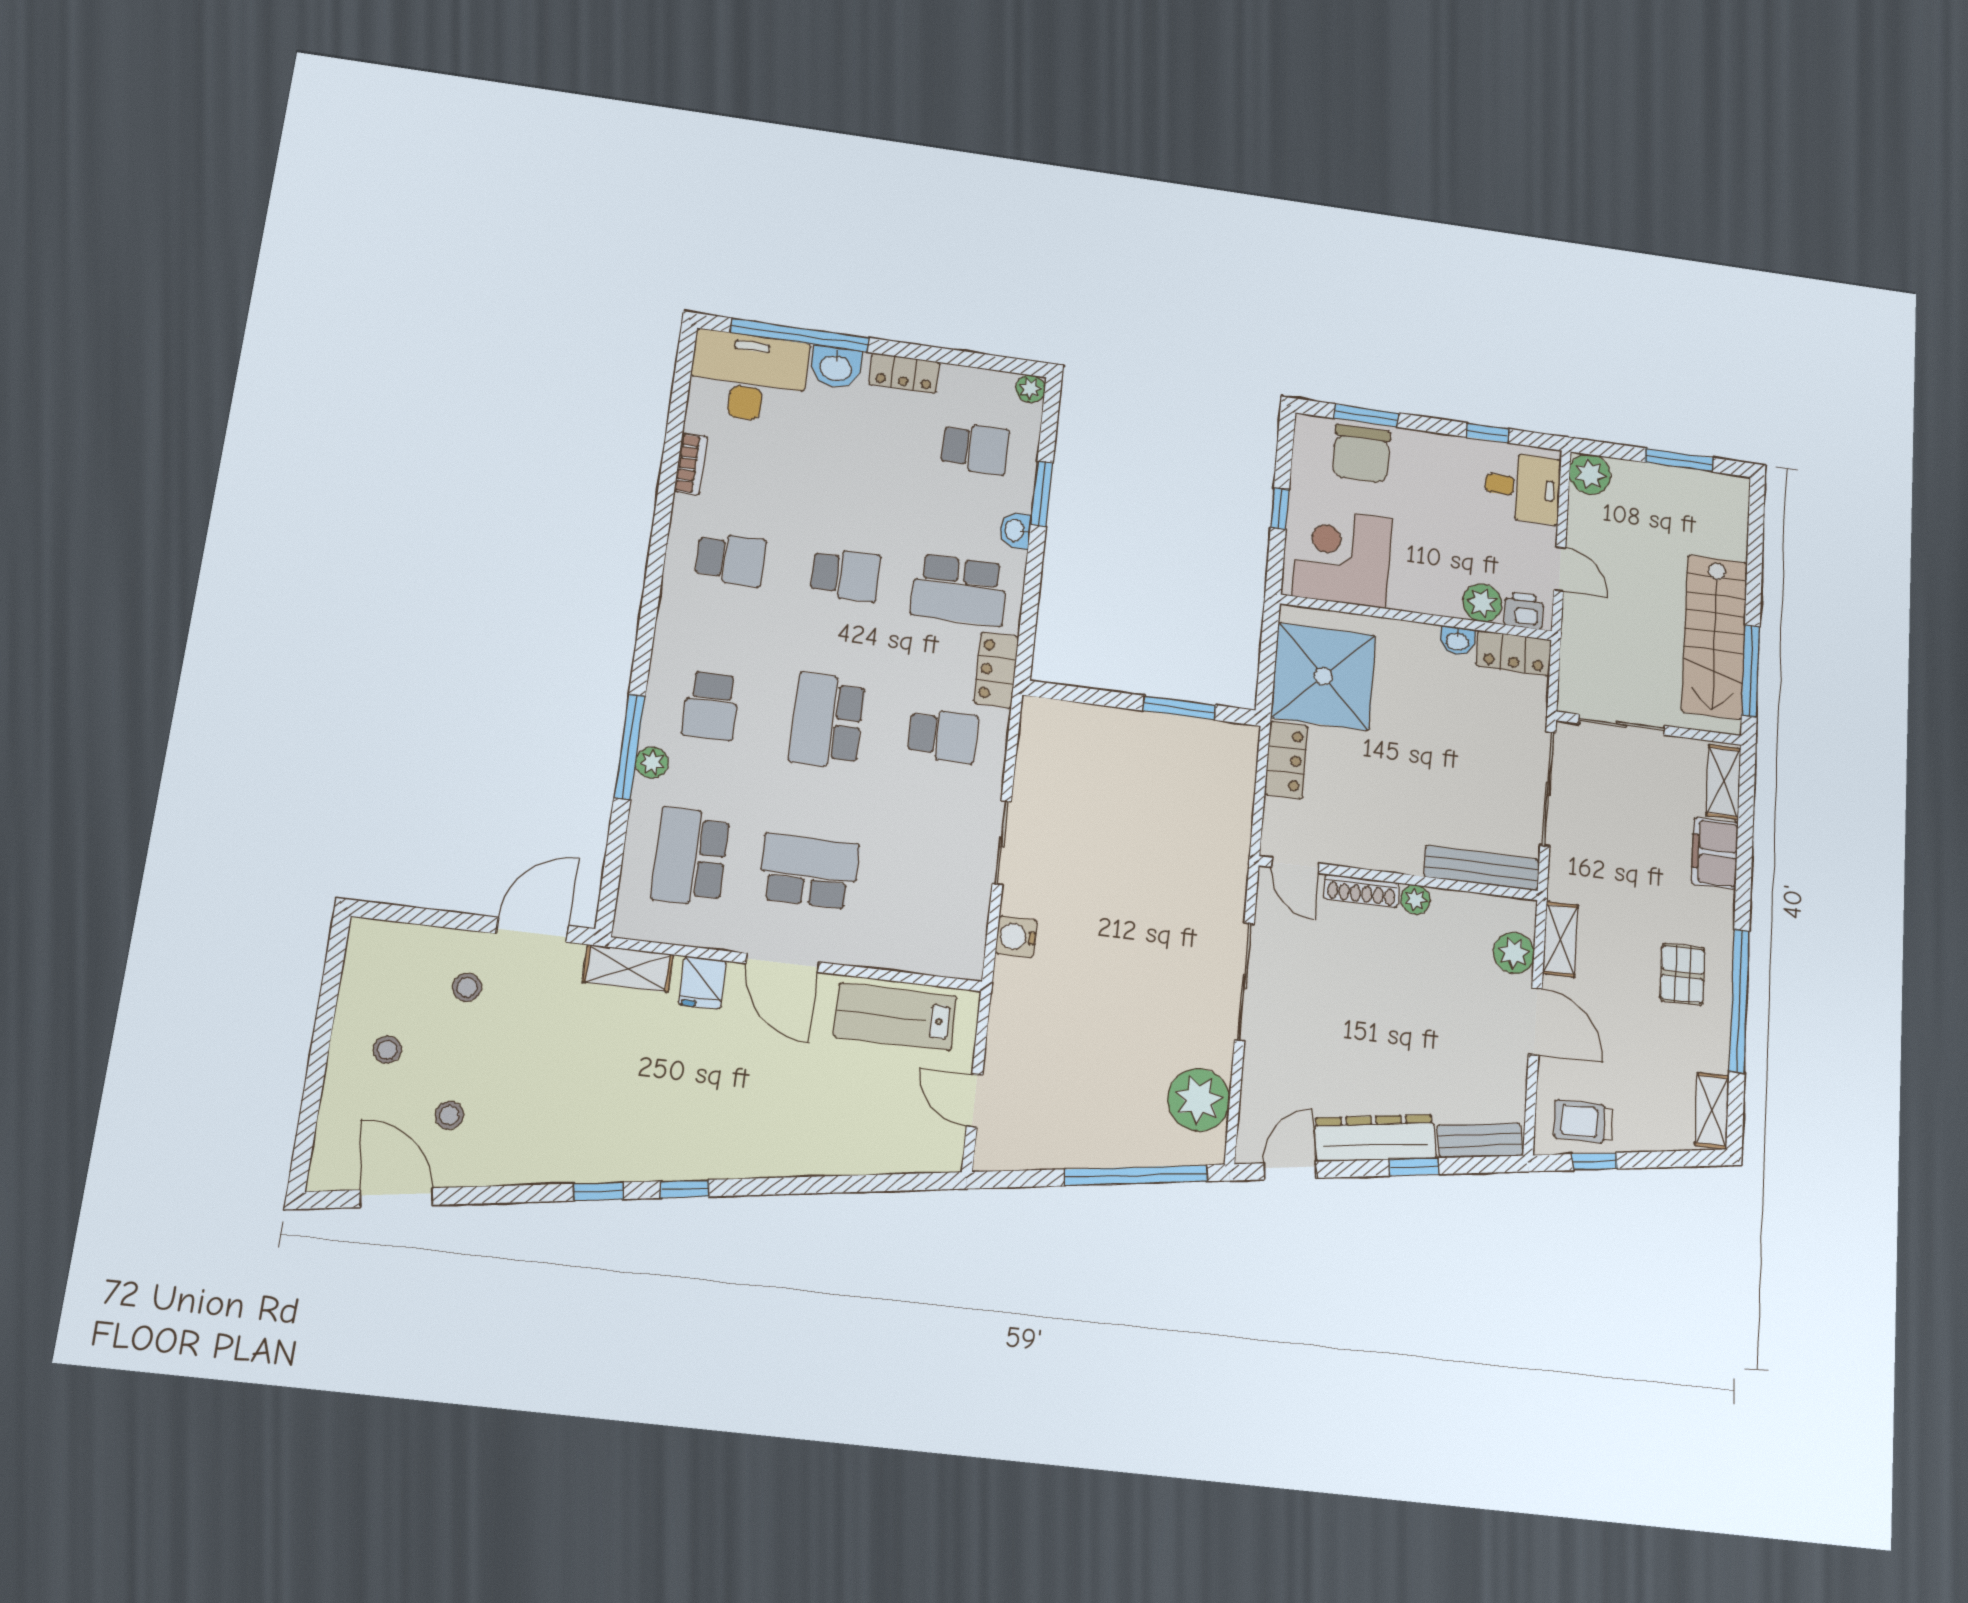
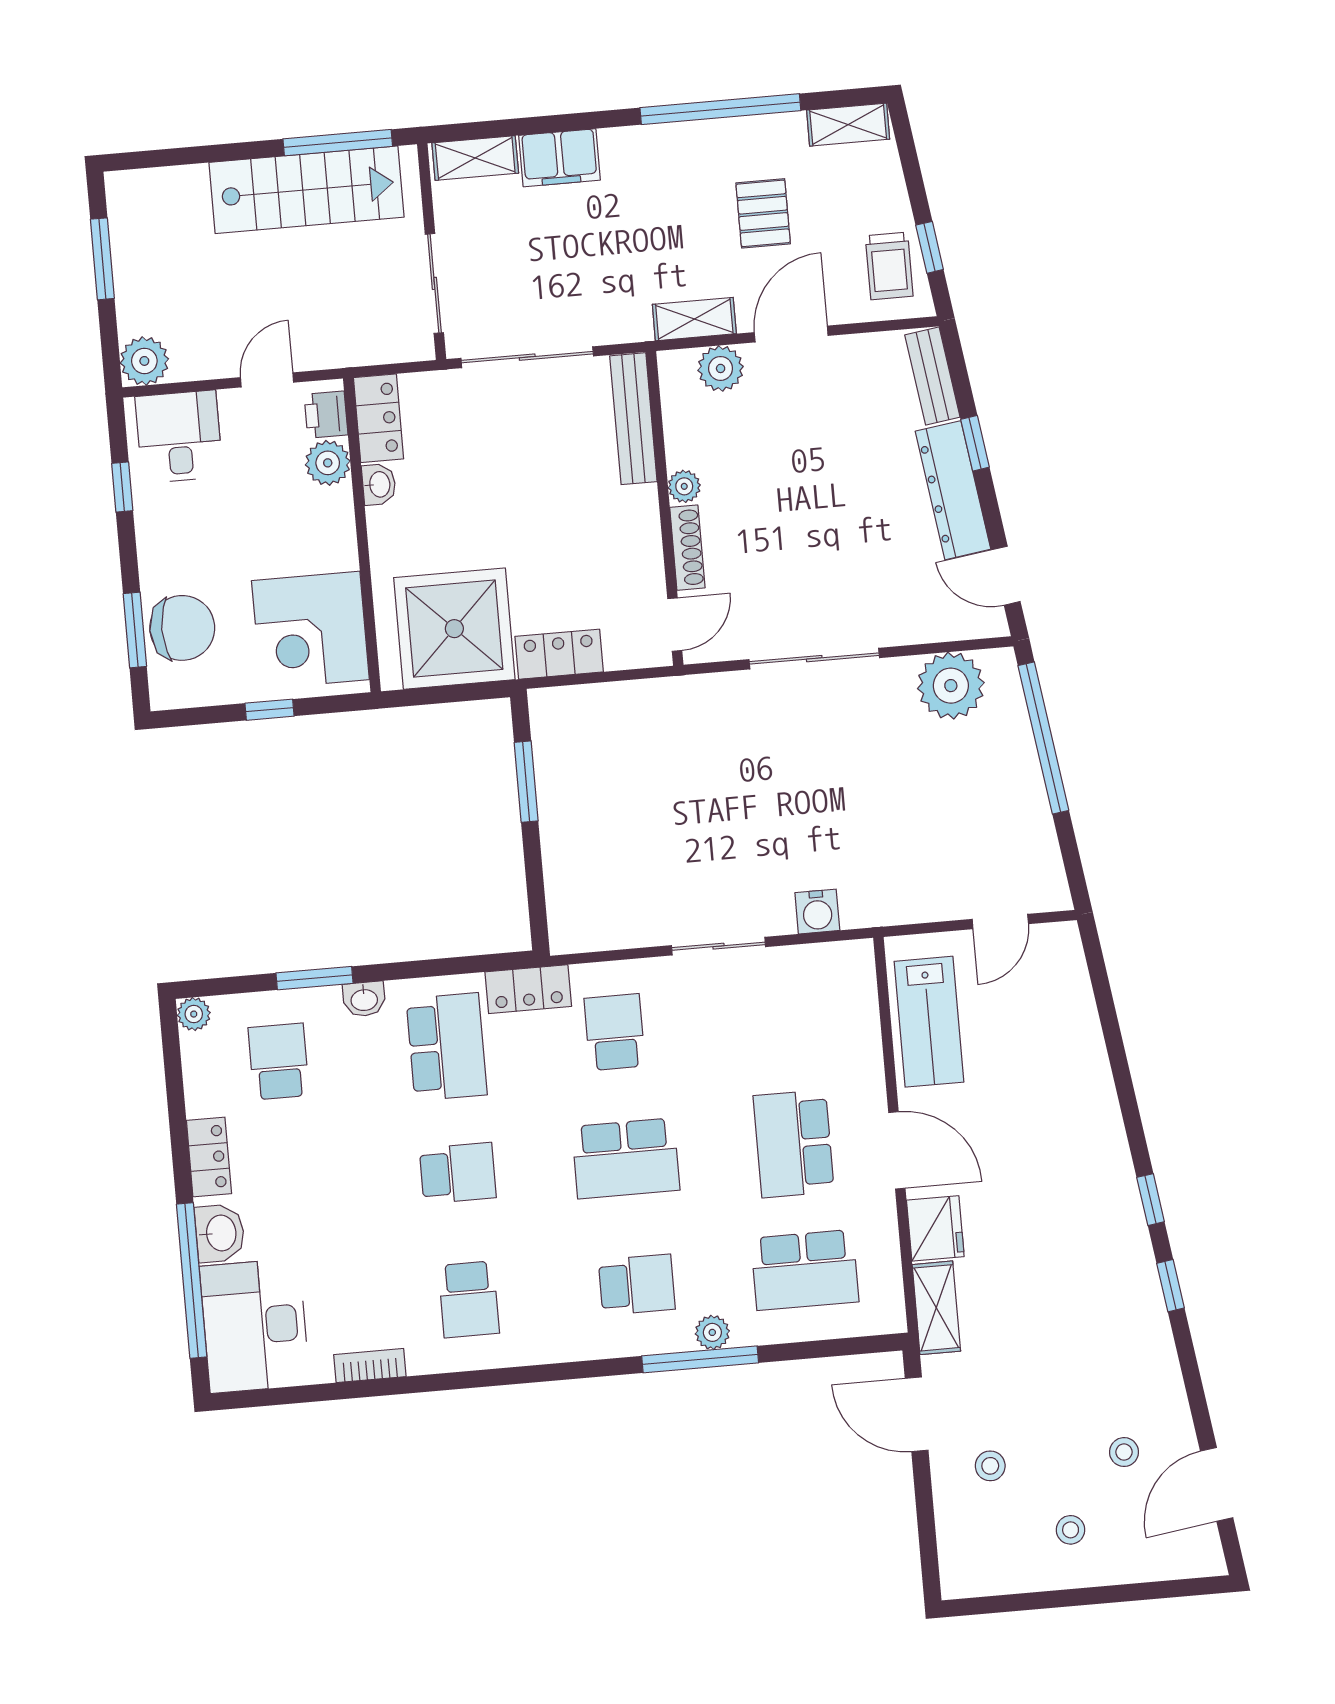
school desk: (731, 559) -> (469, 1299), turned 180
school desk: (845, 575) -> (458, 1173), turned 90
door: (783, 963) -> (897, 1150), hinge flipped
pallet: (1682, 974) -> (763, 213), moved, turned 90
fridge: (702, 983) -> (935, 1228), width x1.38

